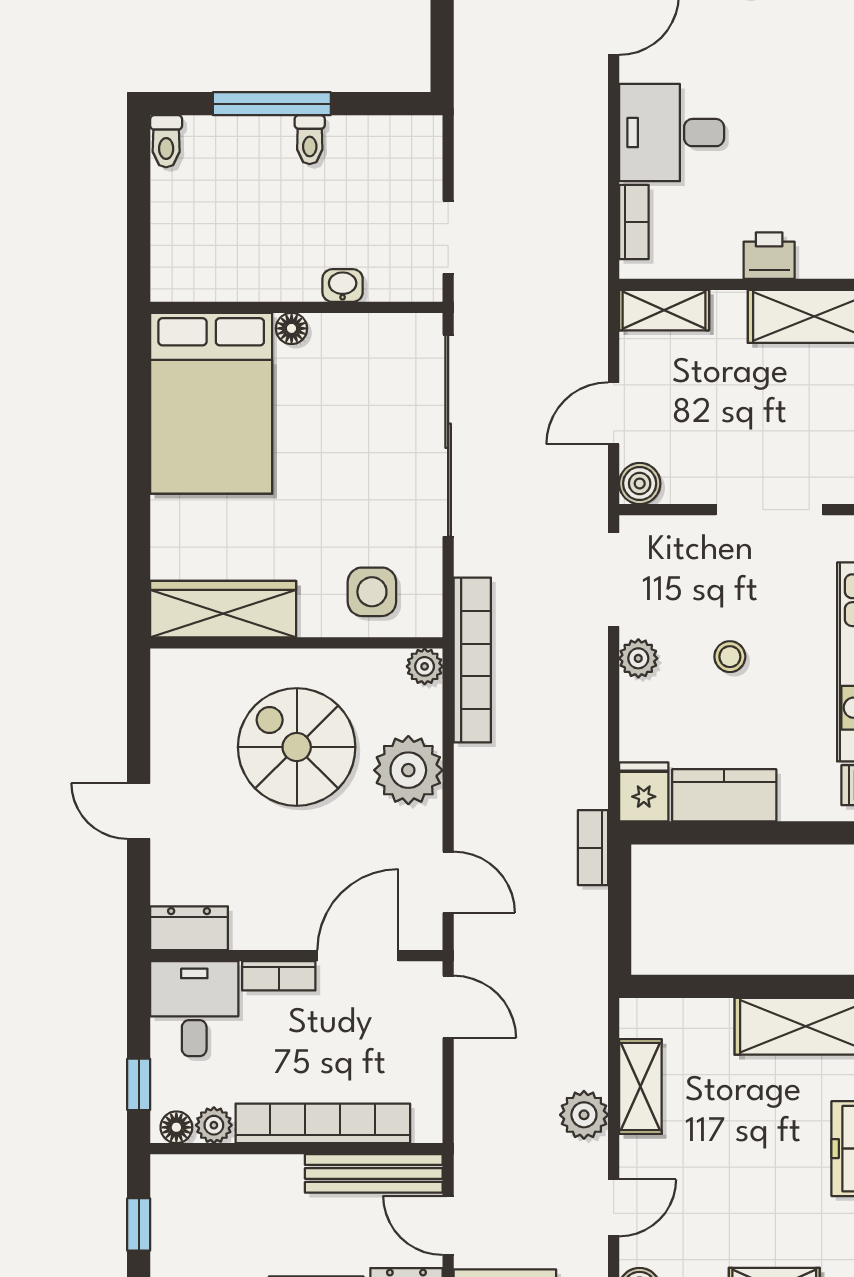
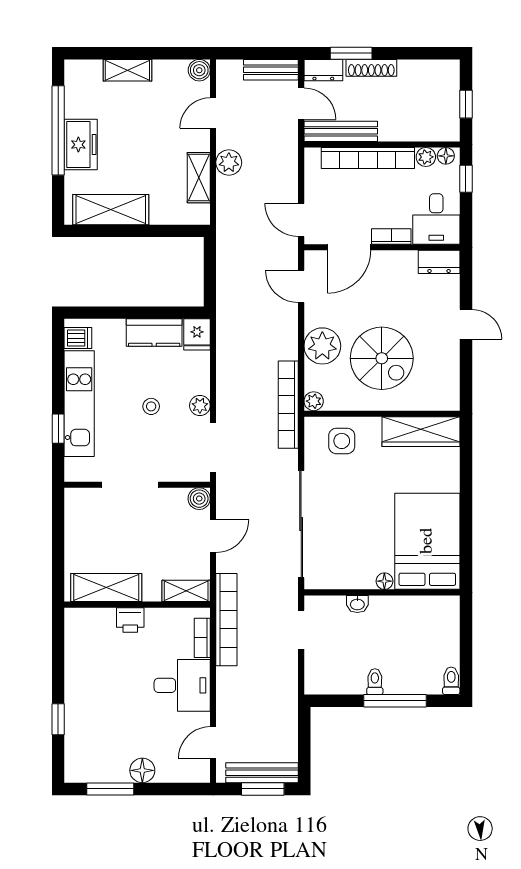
bookcase: (593, 848) -> (226, 620), moved, width x2.31, depth x1.31

